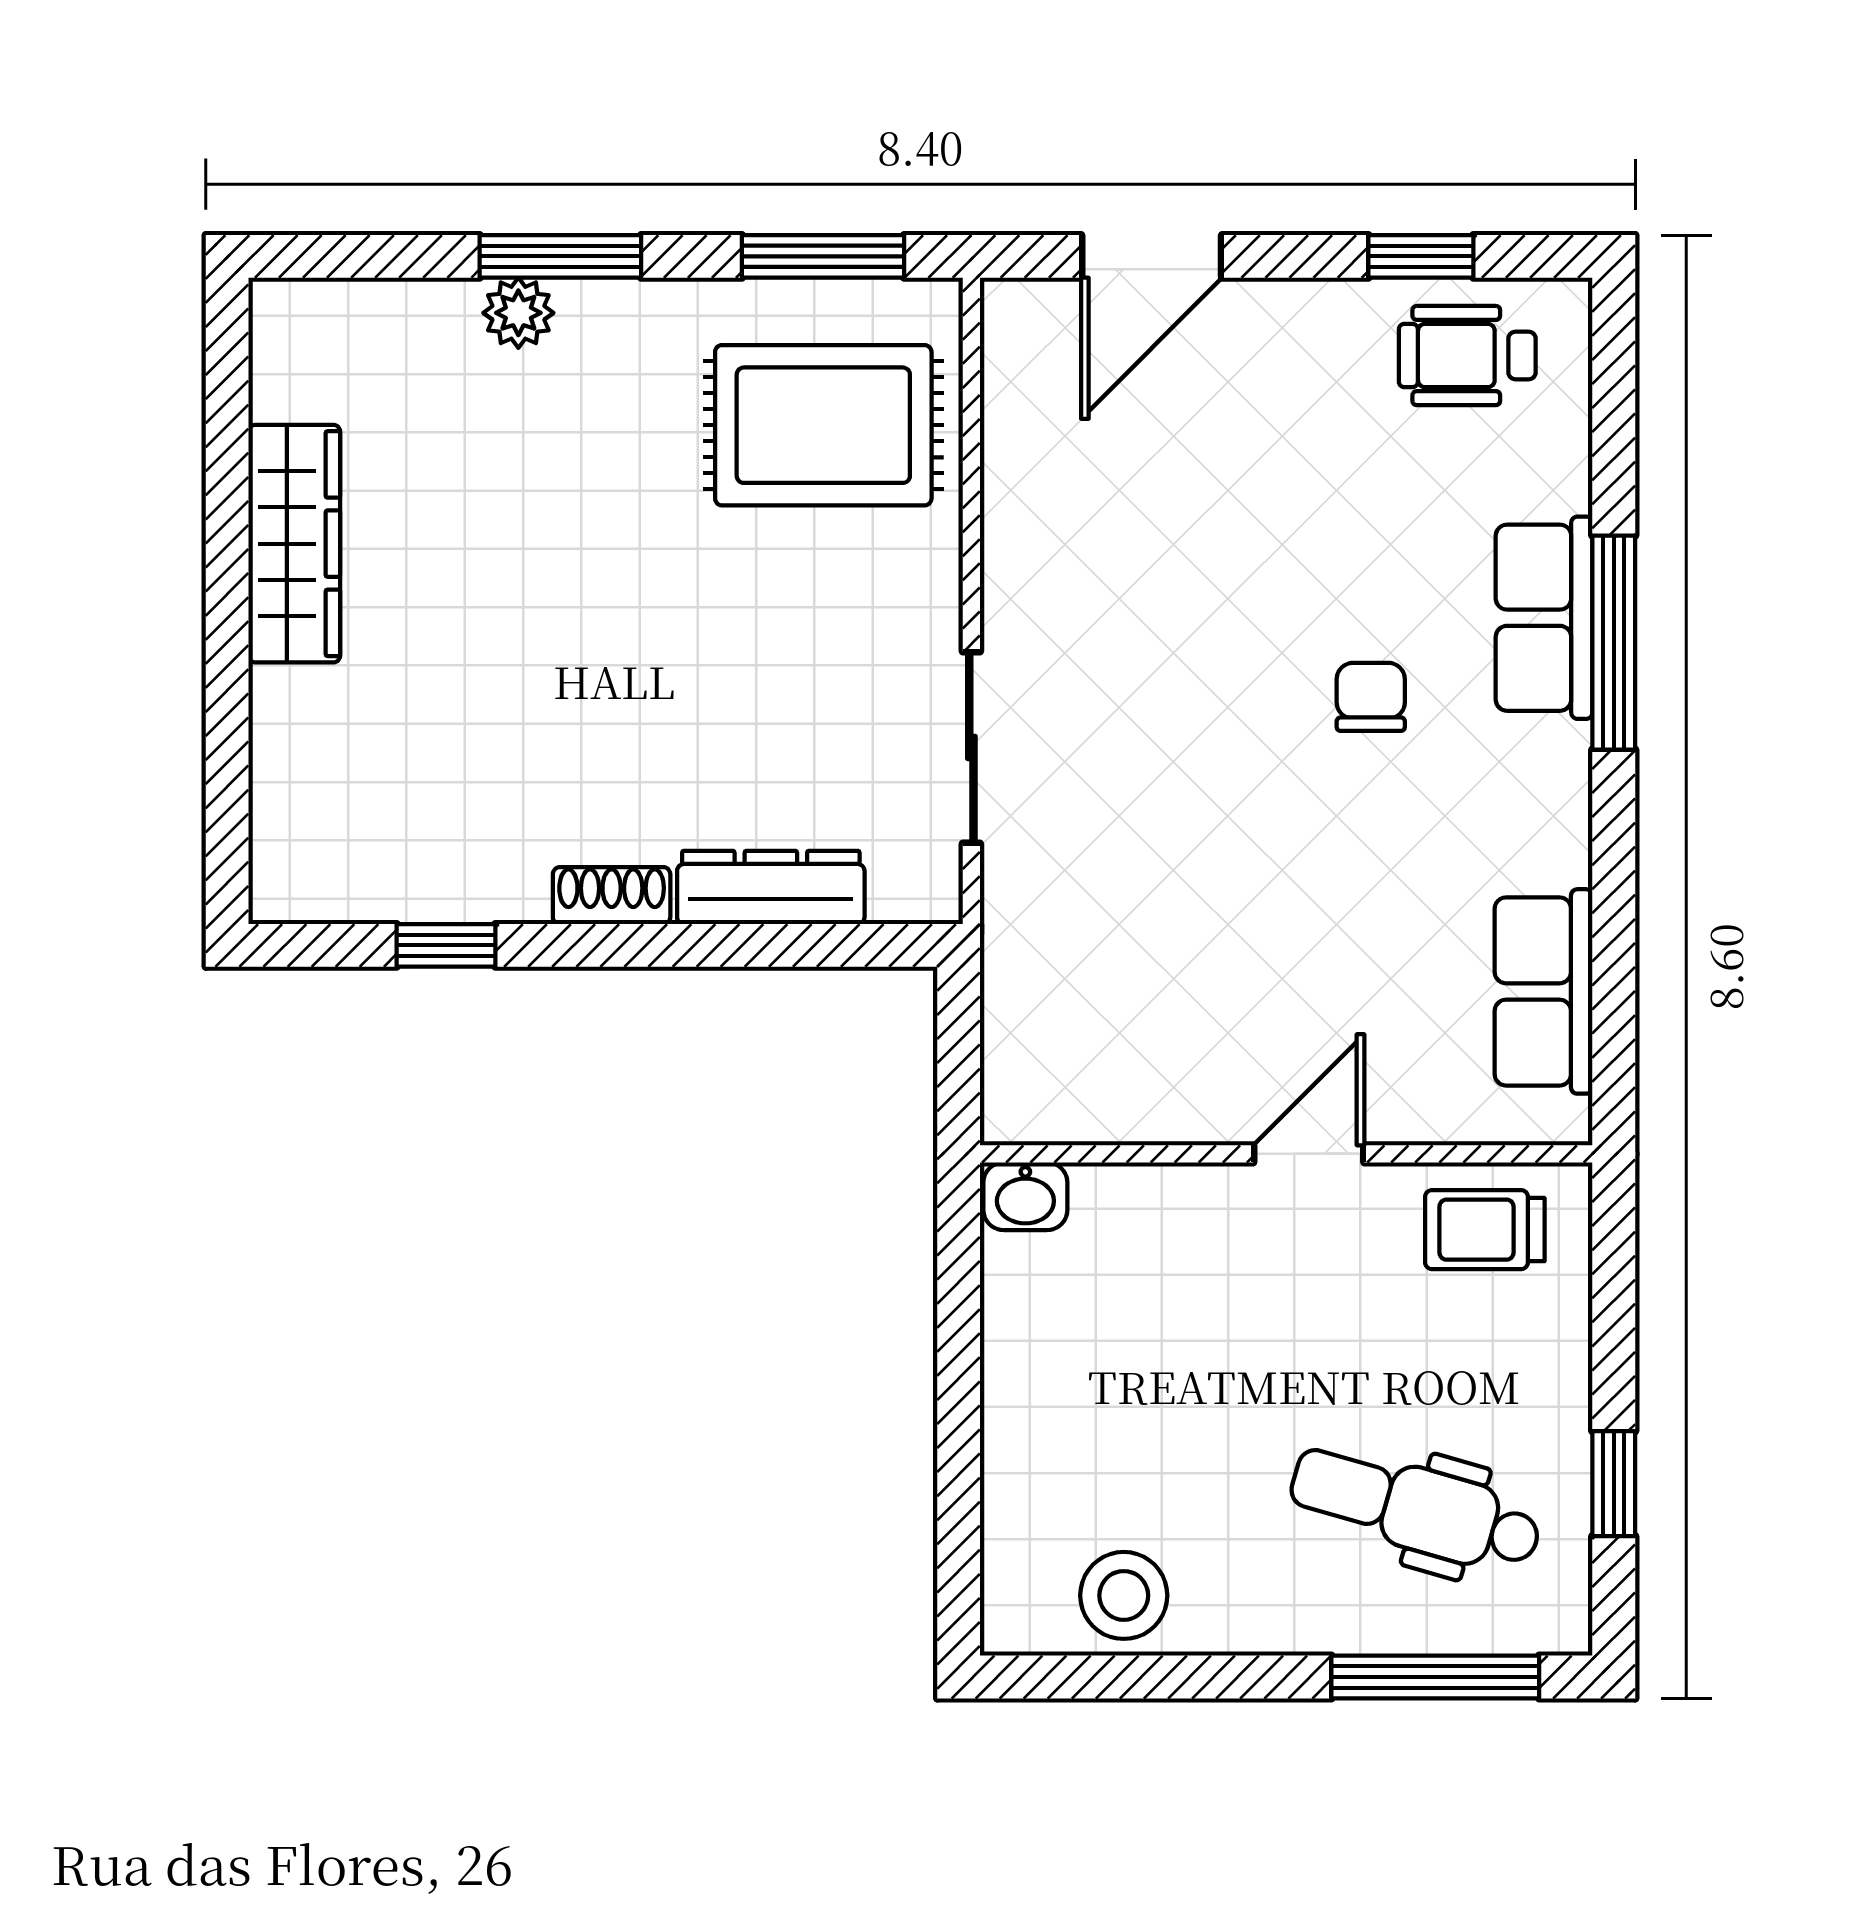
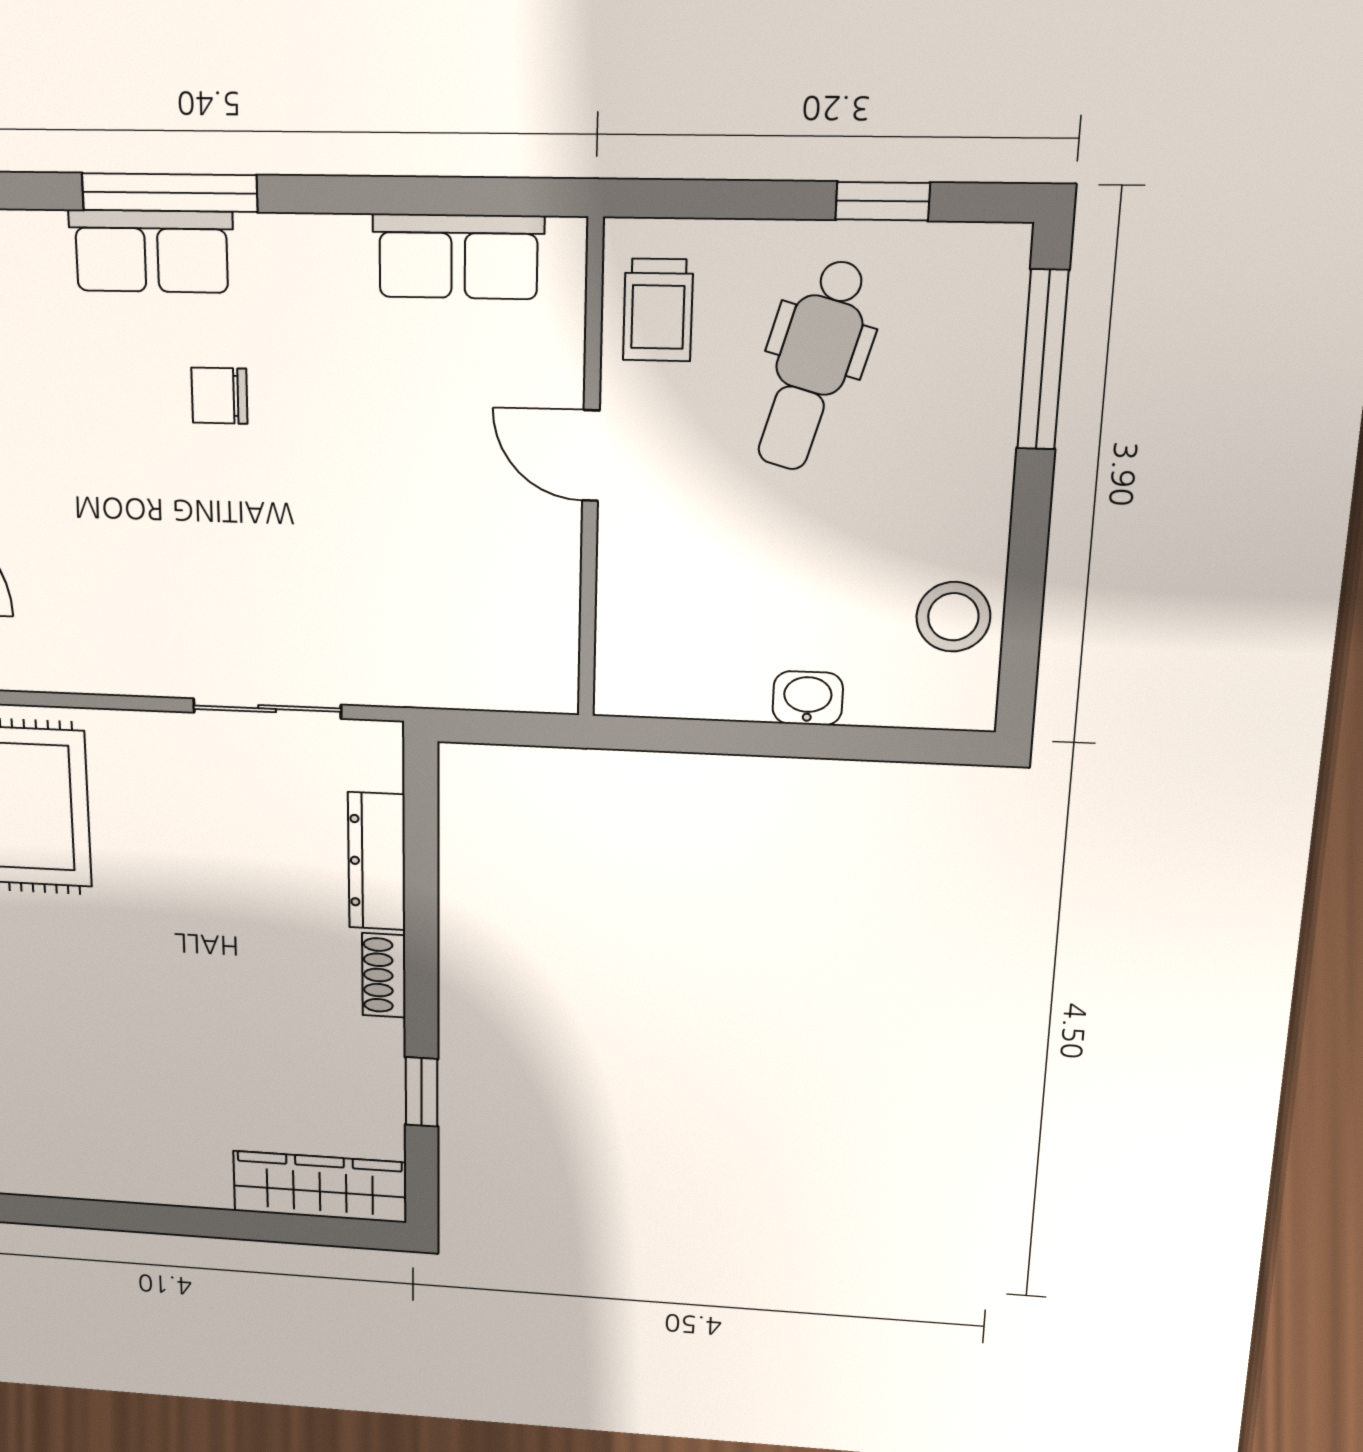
wardrobe: (294, 544) -> (320, 1187), moved
washbasin: (1025, 1196) -> (808, 698), moved, turned -90
dental chair: (1416, 1508) -> (812, 366), moved

